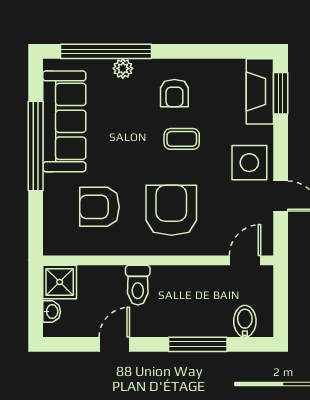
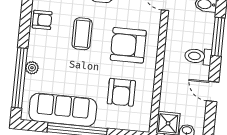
armchair: (174, 93) -> (42, 20), moved
coffee table: (182, 139) -> (82, 34), width x1.36, depth x1.30
toilet: (138, 285) -> (198, 56), moved, turned 180

